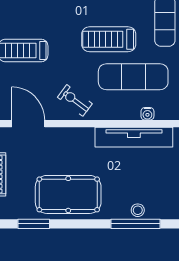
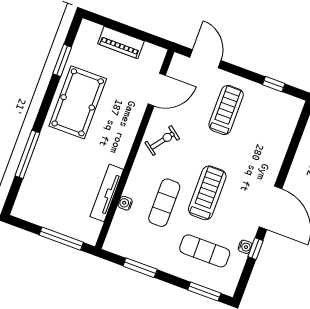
exercise mat: (133, 77) -> (164, 203), width x0.73, depth x0.69
tv unit: (134, 137) -> (107, 193), width x0.73, depth x0.78
stool: (138, 210) -> (39, 161), removed

